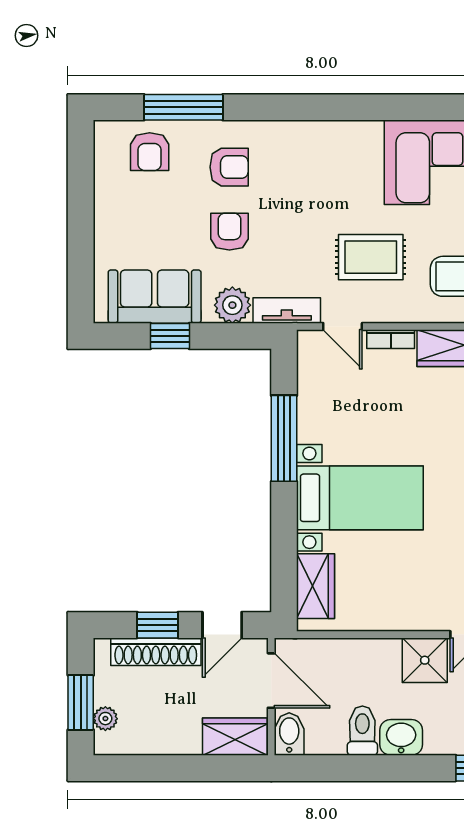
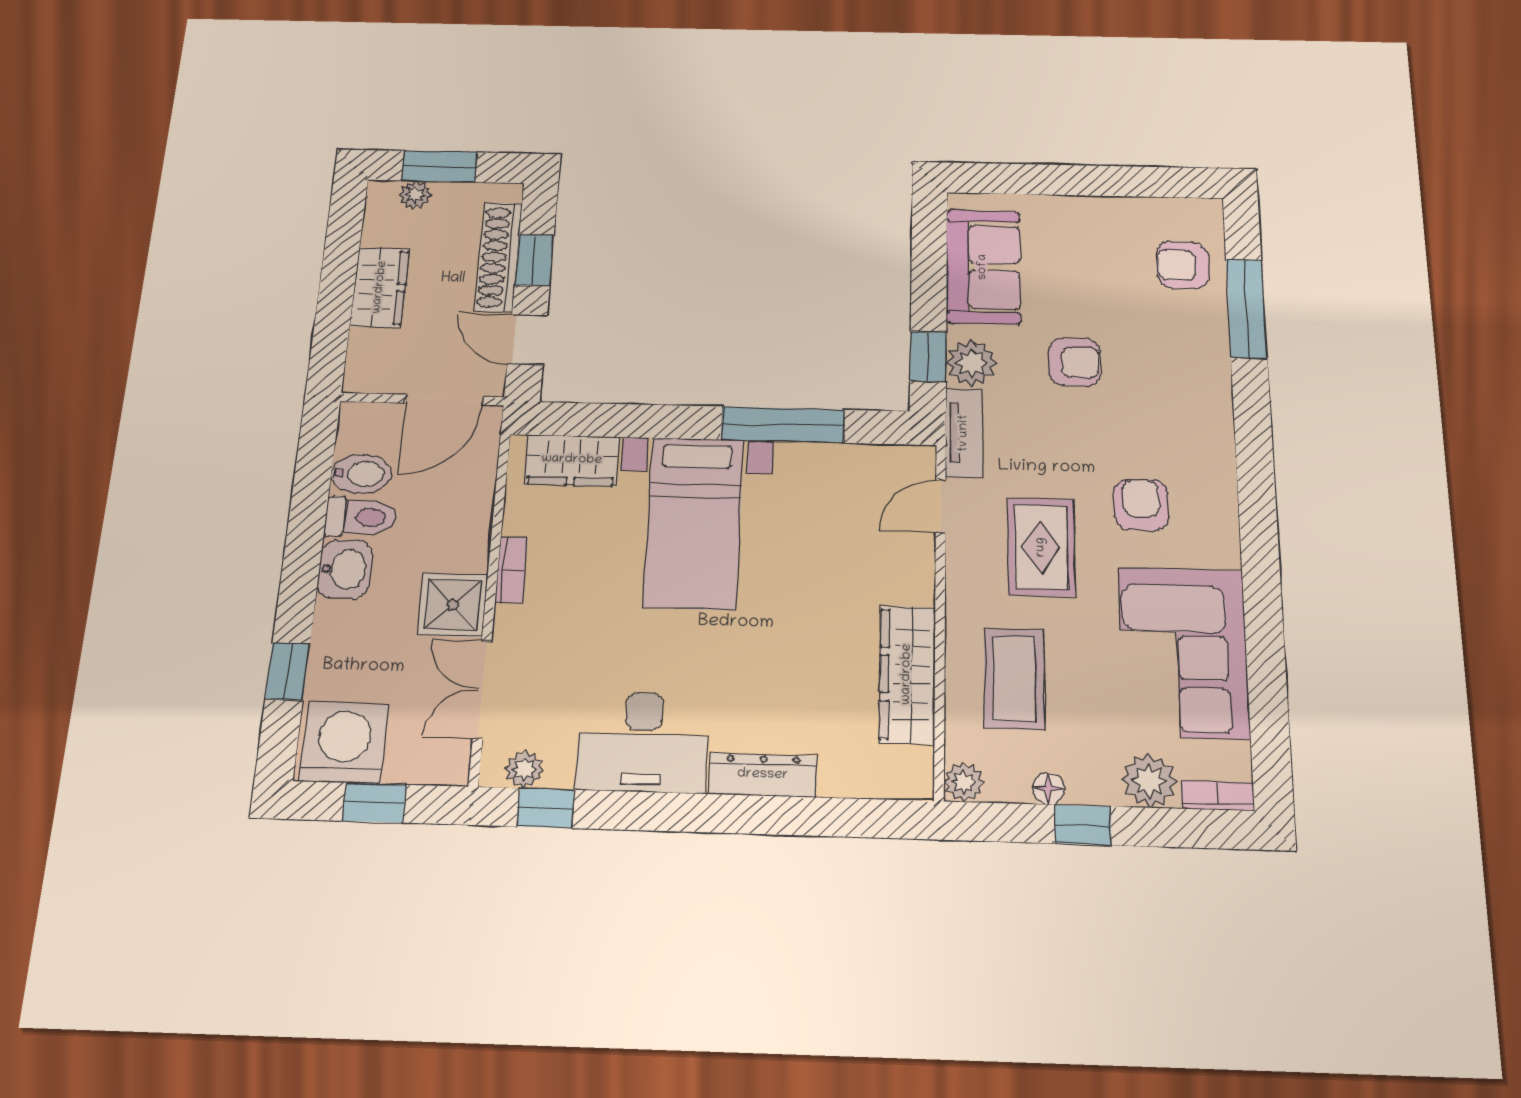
armchair: (229, 167) -> (1141, 505), moved, turned 180
window: (170, 336) -> (928, 357), moved
bookcase: (391, 339) -> (511, 570), moved, turned 180
bidet: (289, 734) -> (361, 474), moved
wardrobe: (235, 737) -> (380, 287), moved

